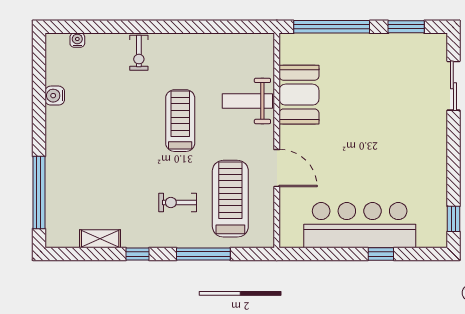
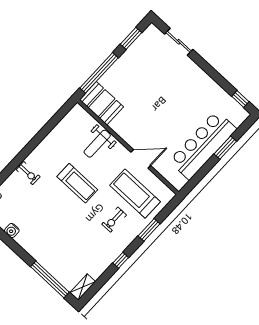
booth: (299, 95) -> (101, 103), moved
treadmill: (180, 121) -> (77, 183), turned 180
shelving: (100, 239) -> (83, 287), moved
window: (203, 254) -> (149, 230), width x0.69
window: (381, 254) -> (225, 148), width x1.50

